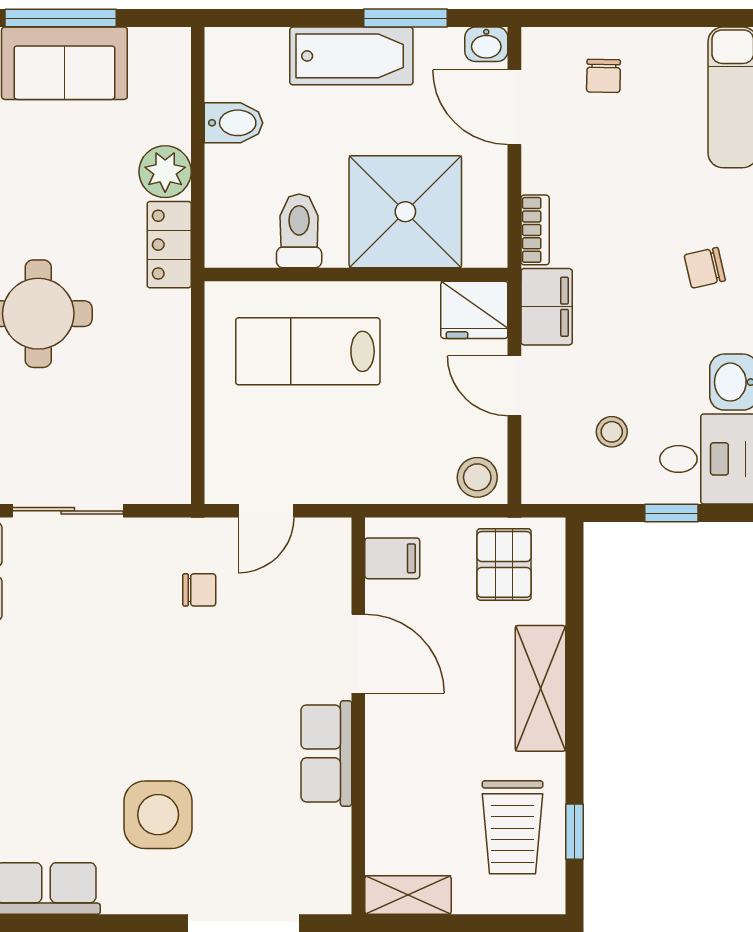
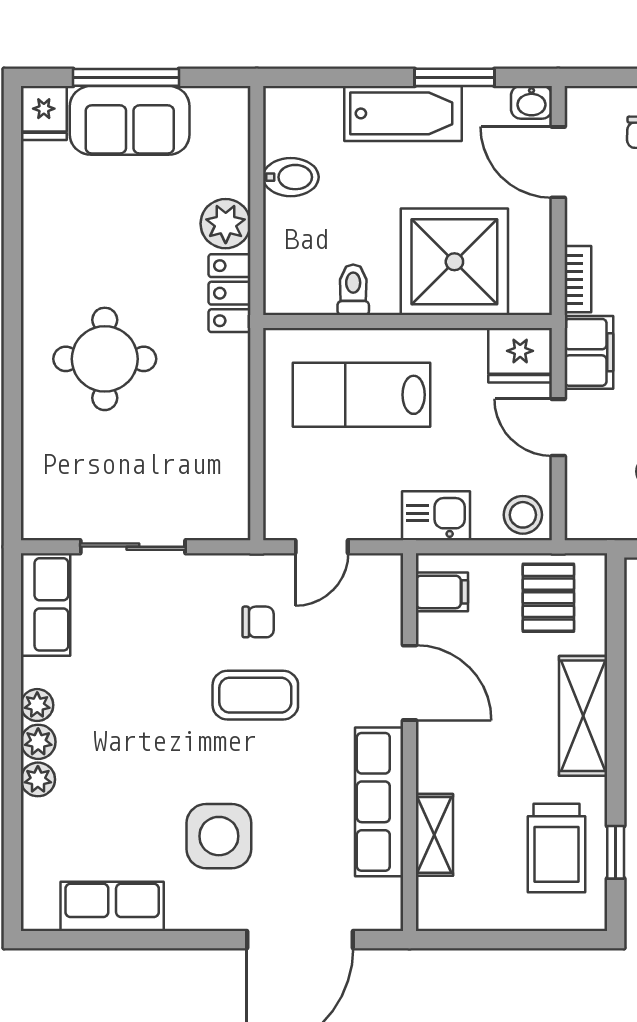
toilet: (299, 231) -> (353, 290), width x0.73, depth x0.72
kitchen sink: (386, 478) -> (436, 516), added
coffee table: (196, 667) -> (255, 695), added
row of seats: (326, 753) -> (379, 802), width x1.48
shelving: (408, 895) -> (434, 835), moved, turned 90

